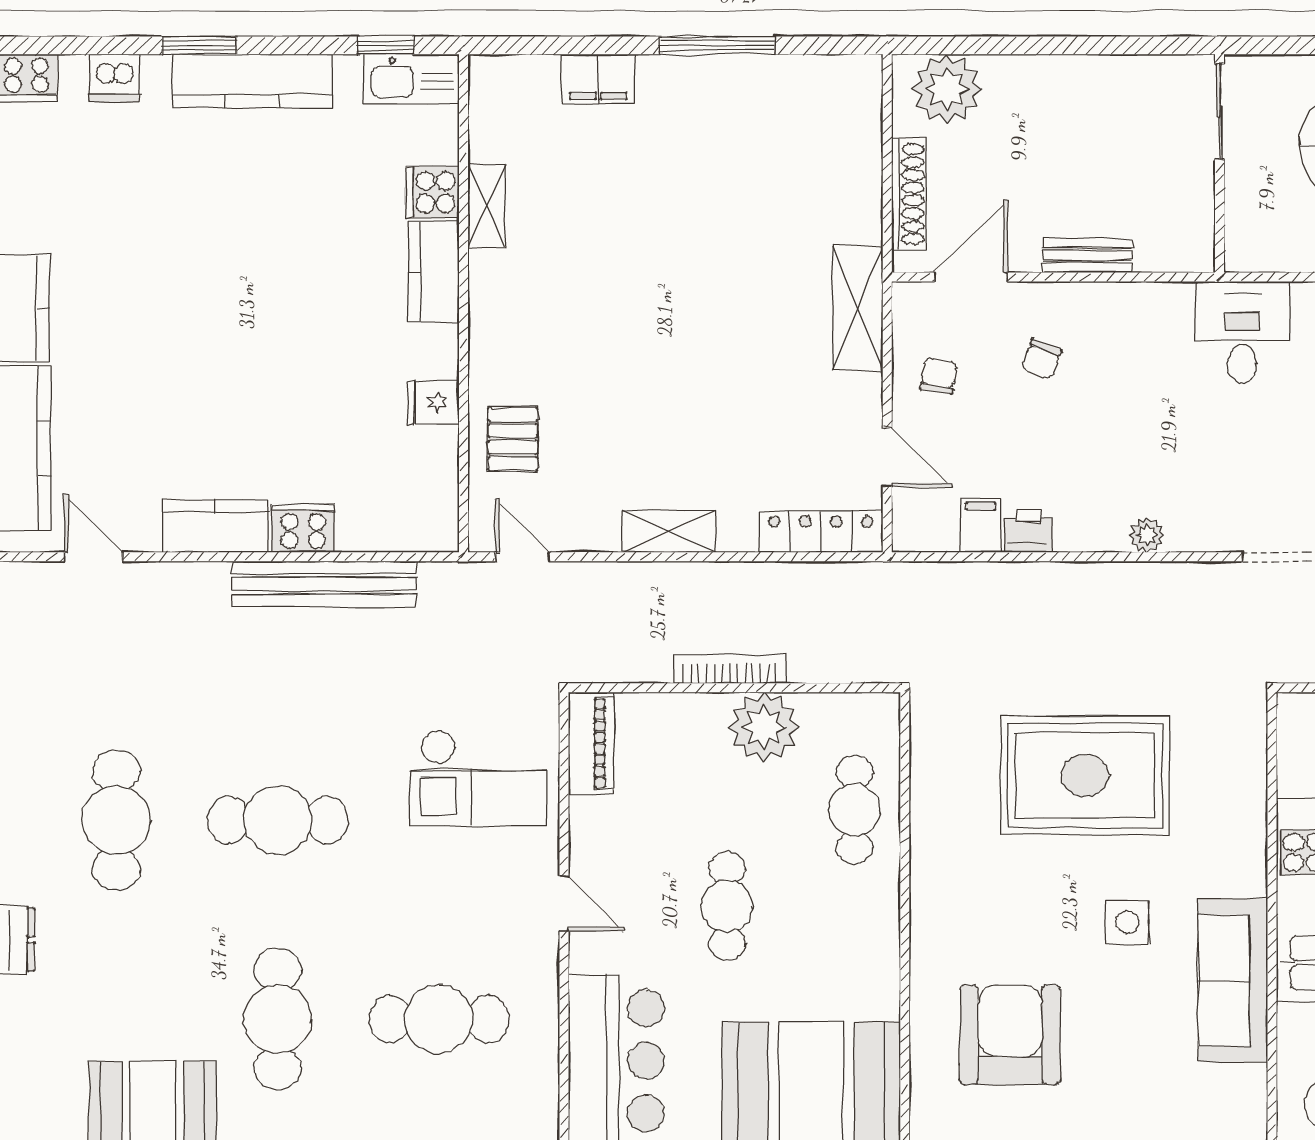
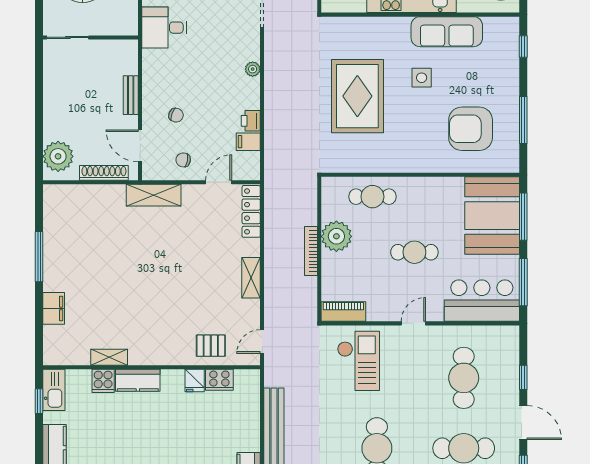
cooker: (303, 528) -> (219, 380), moved, turned -90

